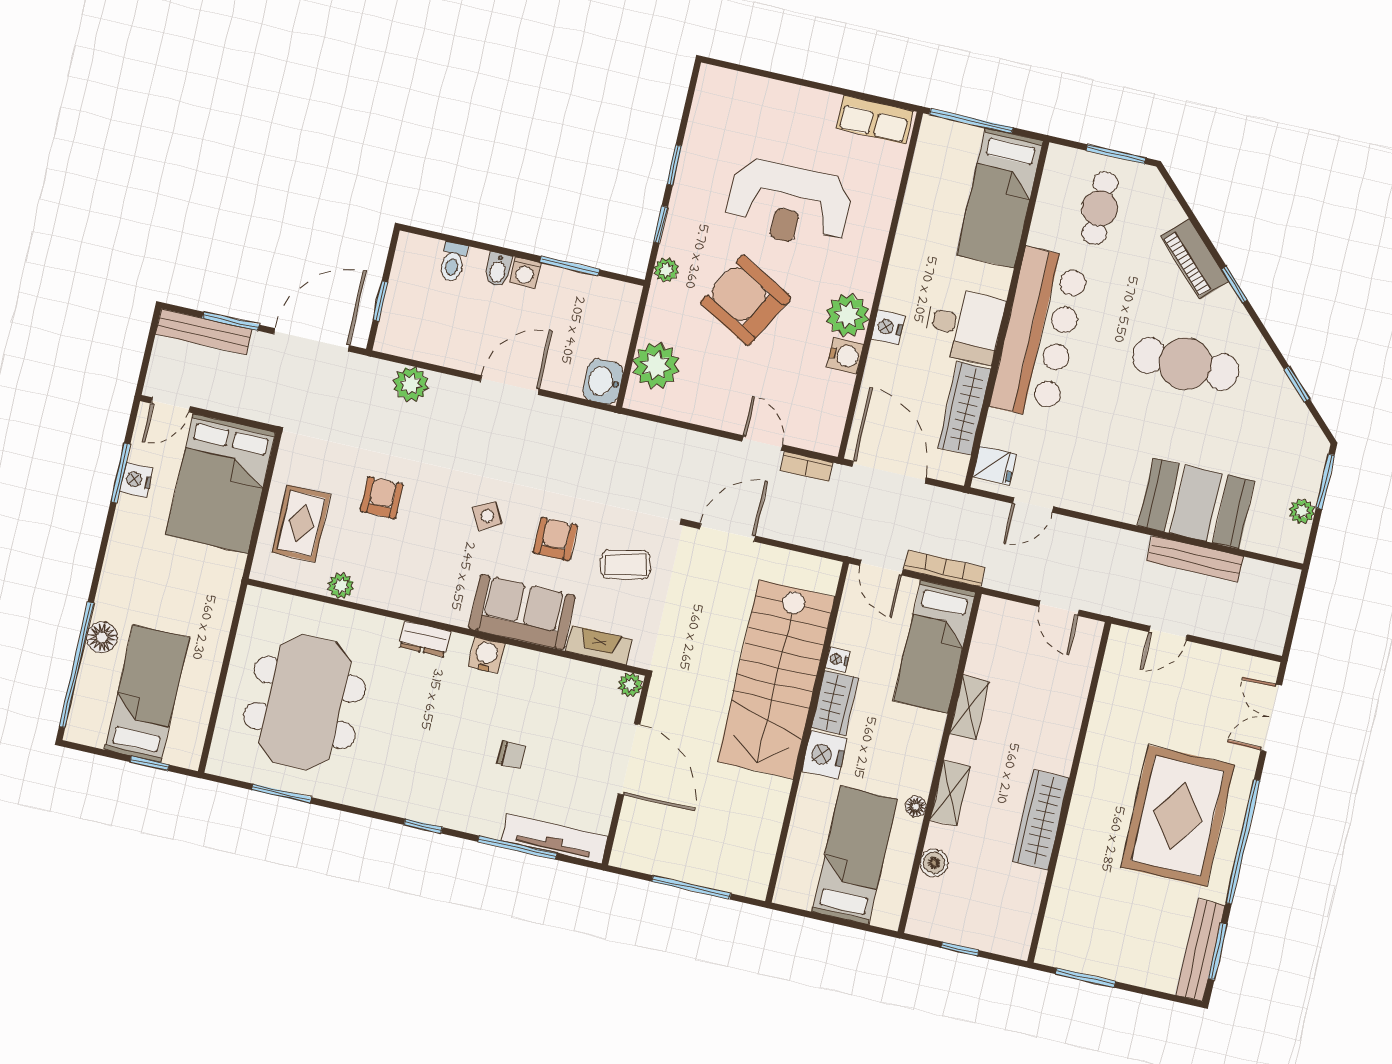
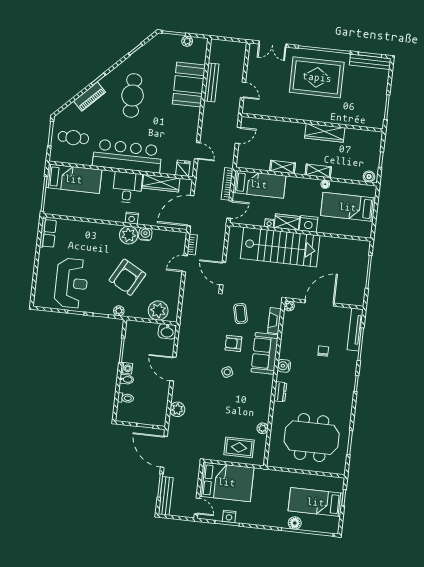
reception desk: (789, 204) -> (71, 283), moved
armchair: (382, 498) -> (225, 416), removed
boiler: (934, 863) -> (369, 177), moved

